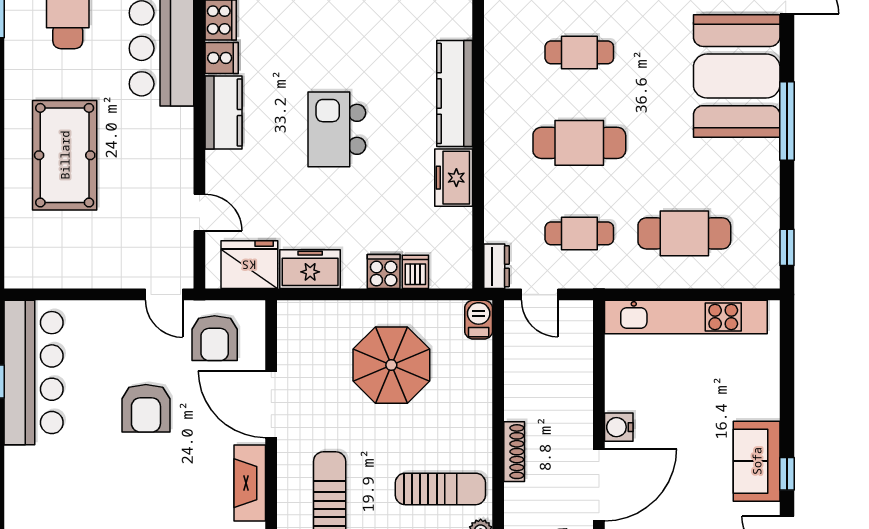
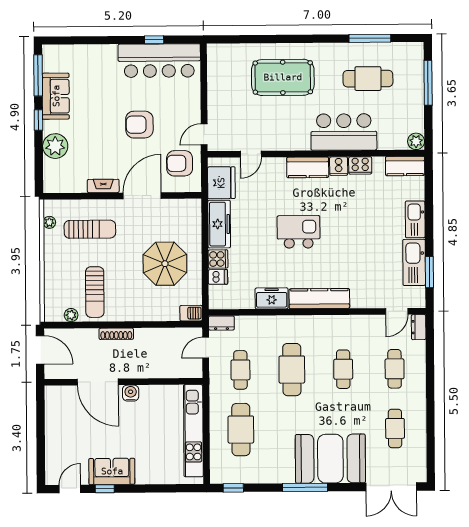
freezer: (310, 269) -> (219, 224), width x1.40
fireplace: (250, 483) -> (103, 186), width x0.73, depth x0.76

